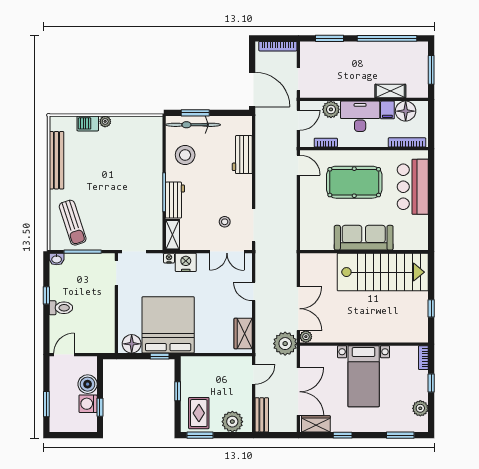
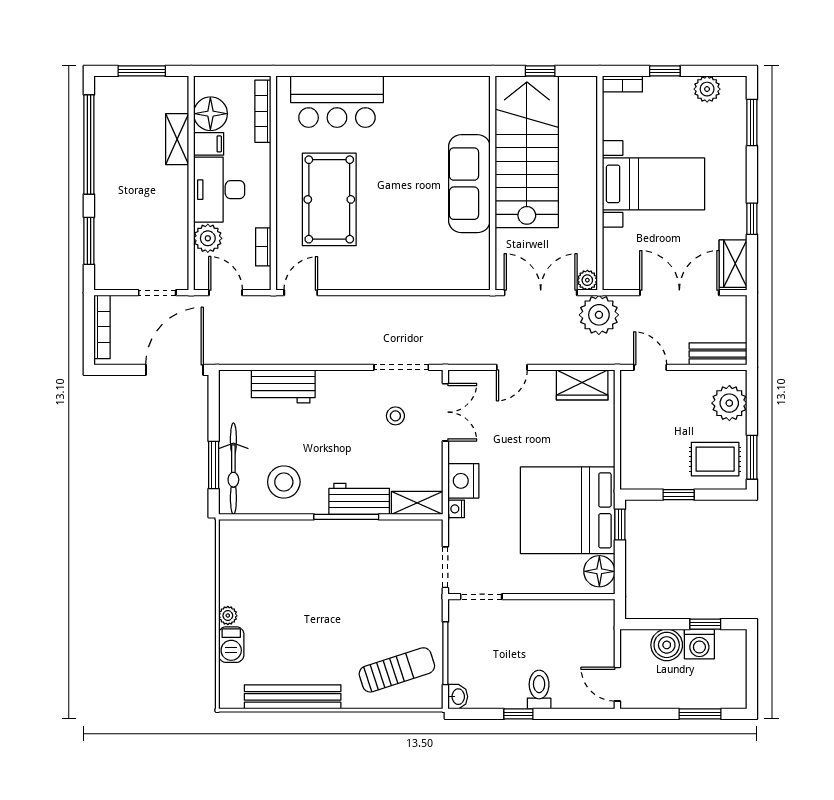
sofa: (364, 238) -> (469, 184), moved
wall: (364, 252) -> (493, 183), moved
stairs: (383, 272) -> (527, 152), moved

